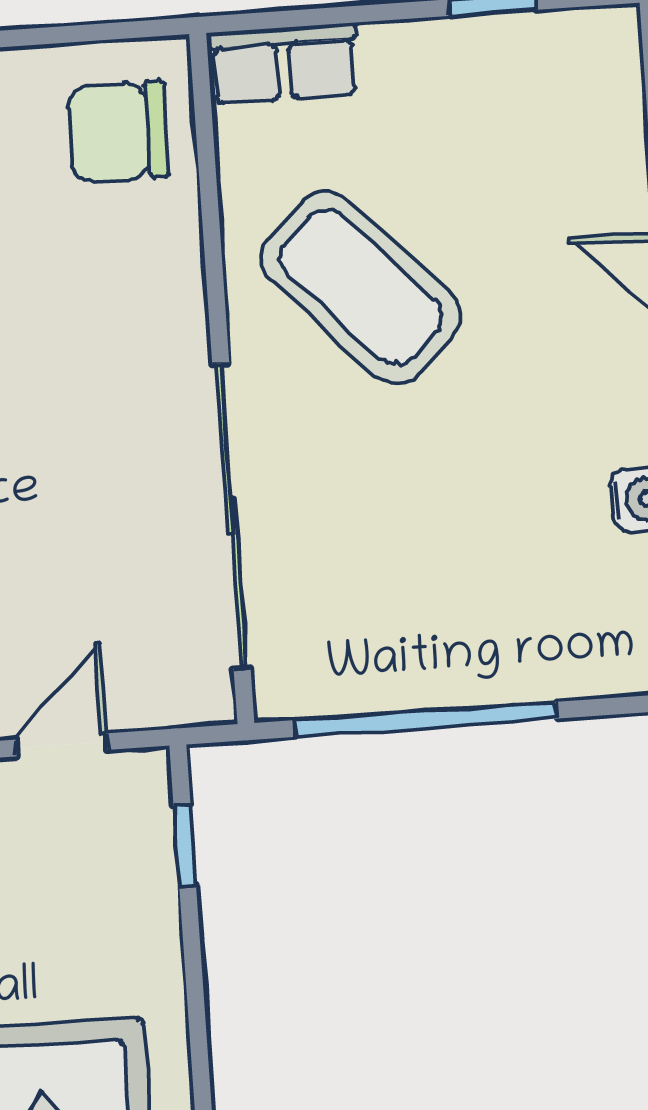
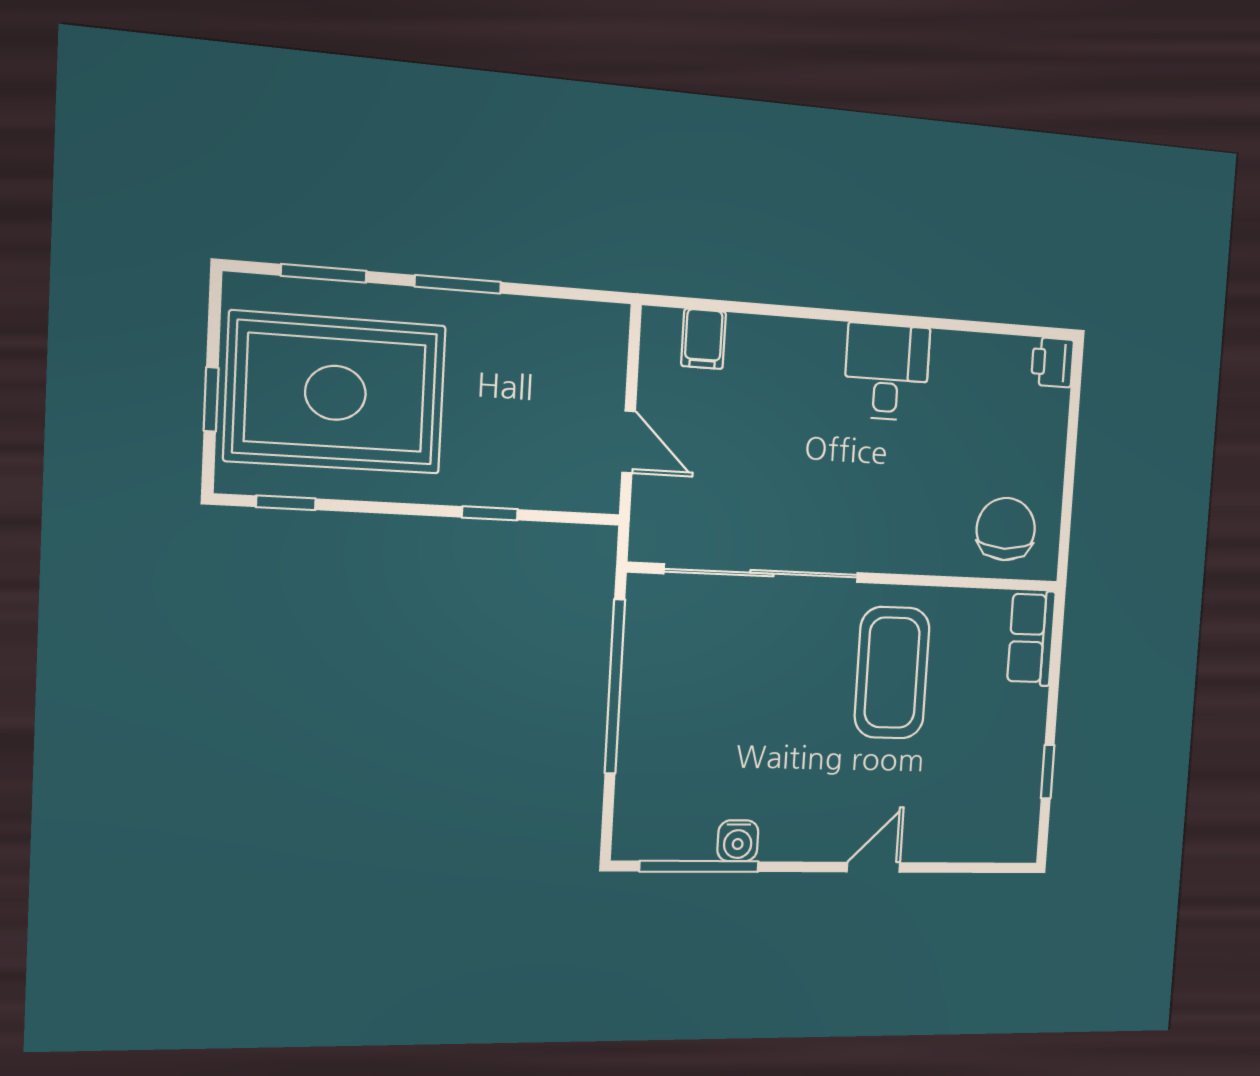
coffee table: (361, 287) -> (892, 673), turned -46
window: (185, 845) -> (490, 513), moved

